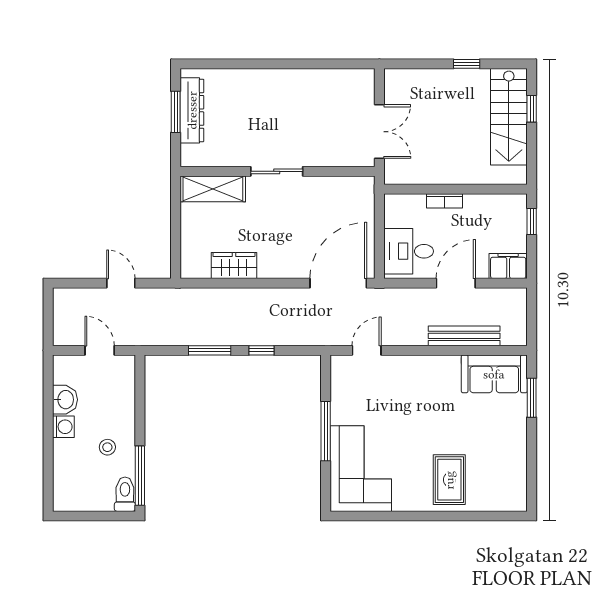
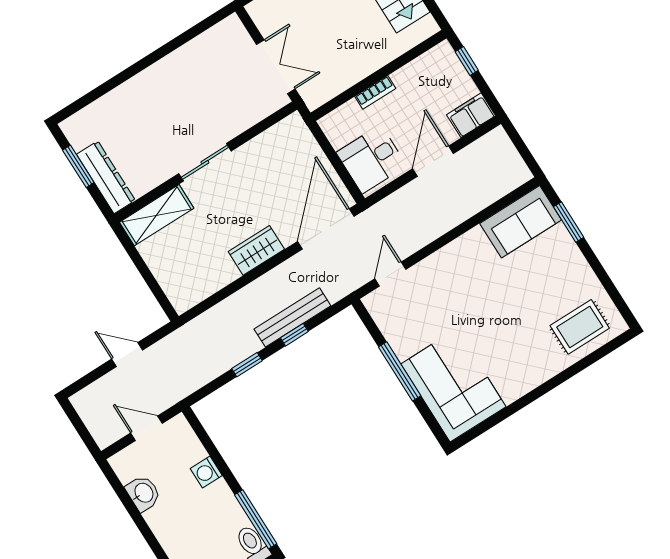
dresser: (192, 110) -> (106, 177), moved
wardrobe: (234, 266) -> (256, 250), moved
bench: (464, 336) -> (292, 317), moved
window: (210, 350) -> (247, 365), width x0.67
washing machine: (63, 427) -> (206, 472), moved, turned 180
stool: (107, 447) -> (210, 512), removed
rug: (449, 480) -> (580, 327), moved, turned 90

